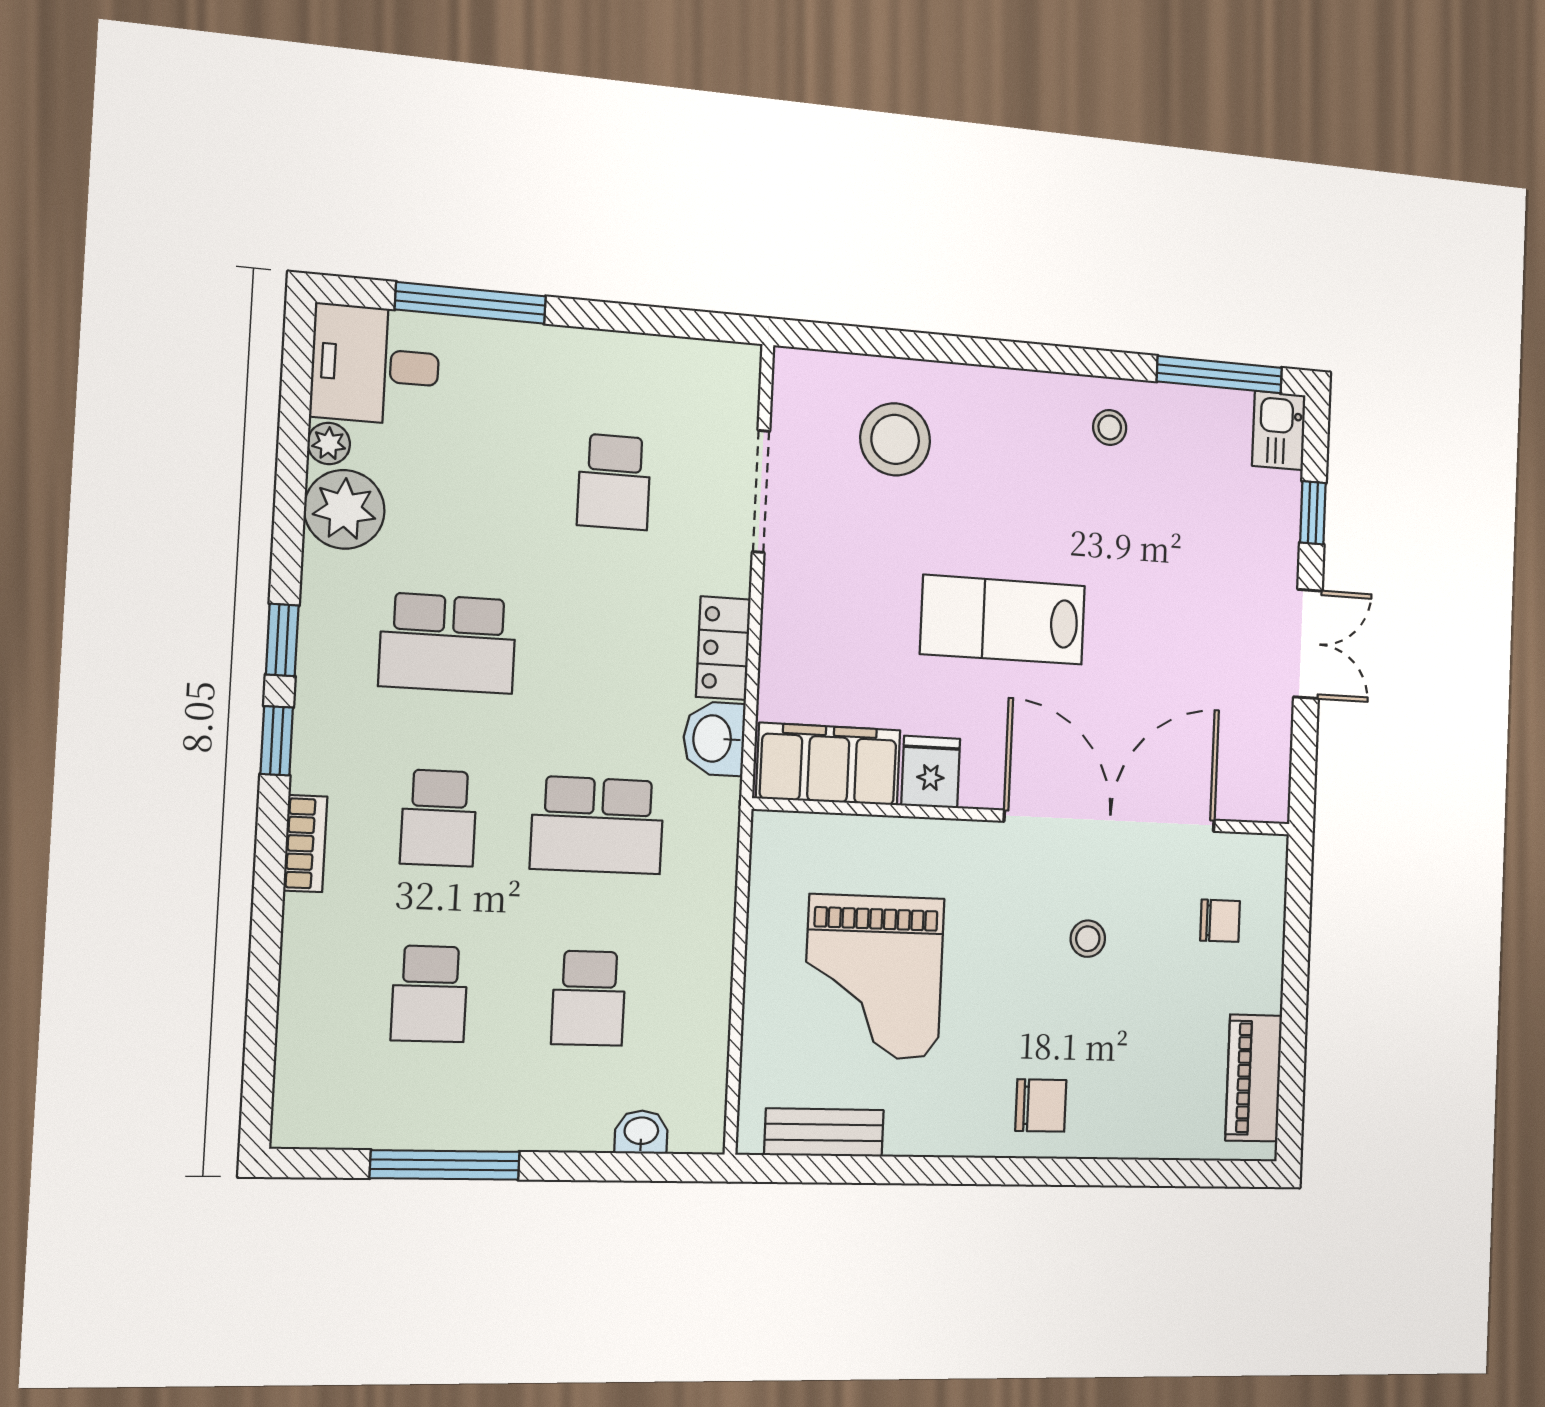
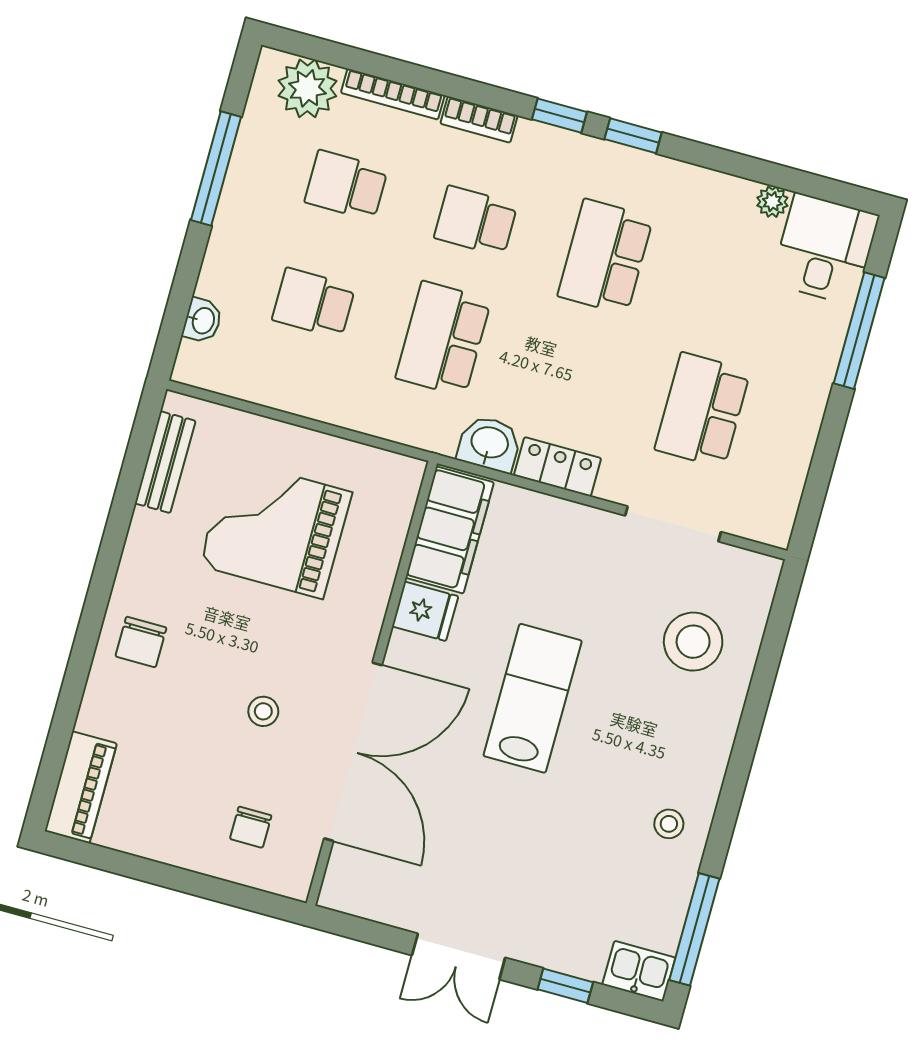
school desk: (614, 482) -> (702, 410), width x1.85
plant: (344, 509) -> (307, 88), moved
bookcase: (297, 962) -> (393, 94), added
piano: (1254, 1078) -> (81, 787), moved, turned 90

